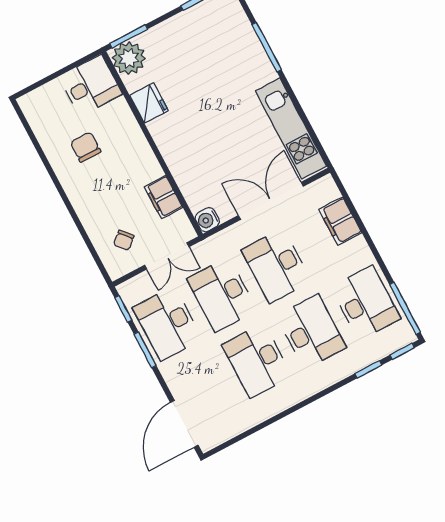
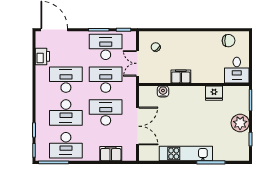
plant: (129, 58) -> (240, 123), moved
kitchen unit: (291, 129) -> (186, 154), moved
chair: (85, 147) -> (229, 41), moved
filing cabinet: (164, 197) -> (181, 76), moved
water cooler: (207, 220) -> (163, 91), moved
printer: (239, 420) -> (42, 56), added

